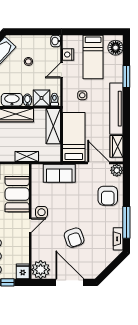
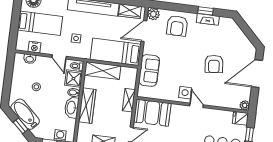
washbasin: (56, 41) -> (30, 59), moved
door: (62, 70) -> (59, 57), moved
booth: (17, 194) -> (152, 113), moved
armchair: (108, 196) -> (177, 26), turned 90
window: (126, 222) -> (205, 11), width x0.46
armchair: (74, 238) -> (214, 64), turned 103
fireplace: (118, 239) -> (208, 19), moved
plant: (41, 270) -> (245, 105), width x0.53, depth x0.53

